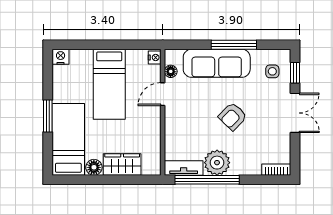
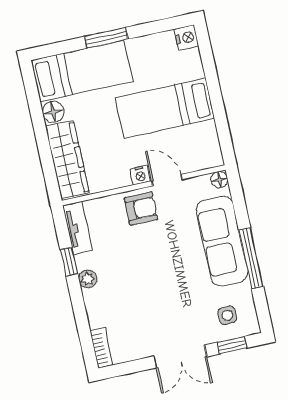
nightstand: (155, 57) -> (140, 175), moved
floor lamp: (171, 71) -> (219, 180), moved
armchair: (233, 116) -> (141, 209), moved, turned 136
plant: (217, 163) -> (88, 279), width x0.53, depth x0.53
wardrobe: (122, 165) -> (67, 160), width x1.50
window: (207, 180) -> (69, 262), width x0.32

